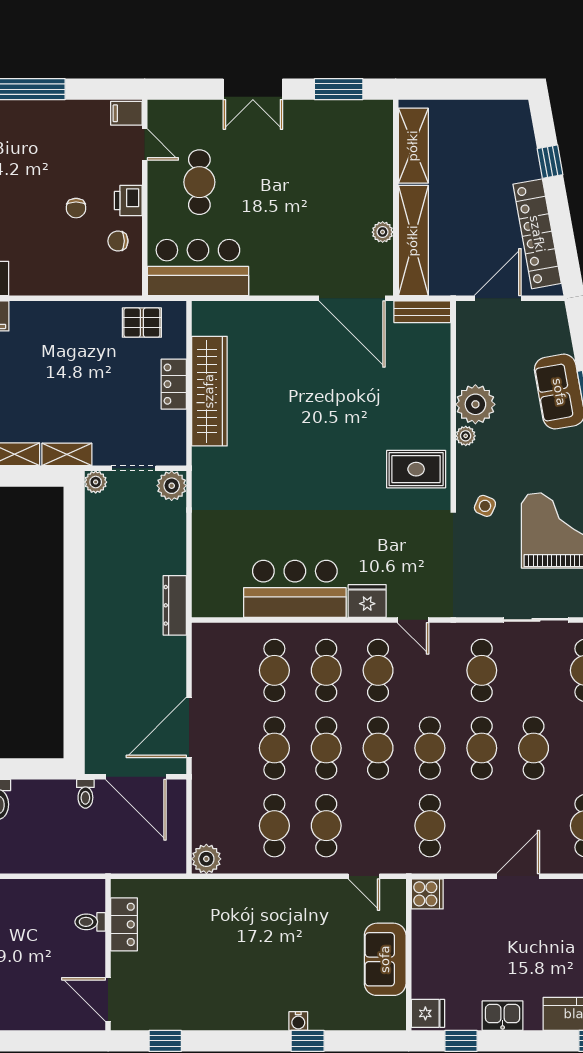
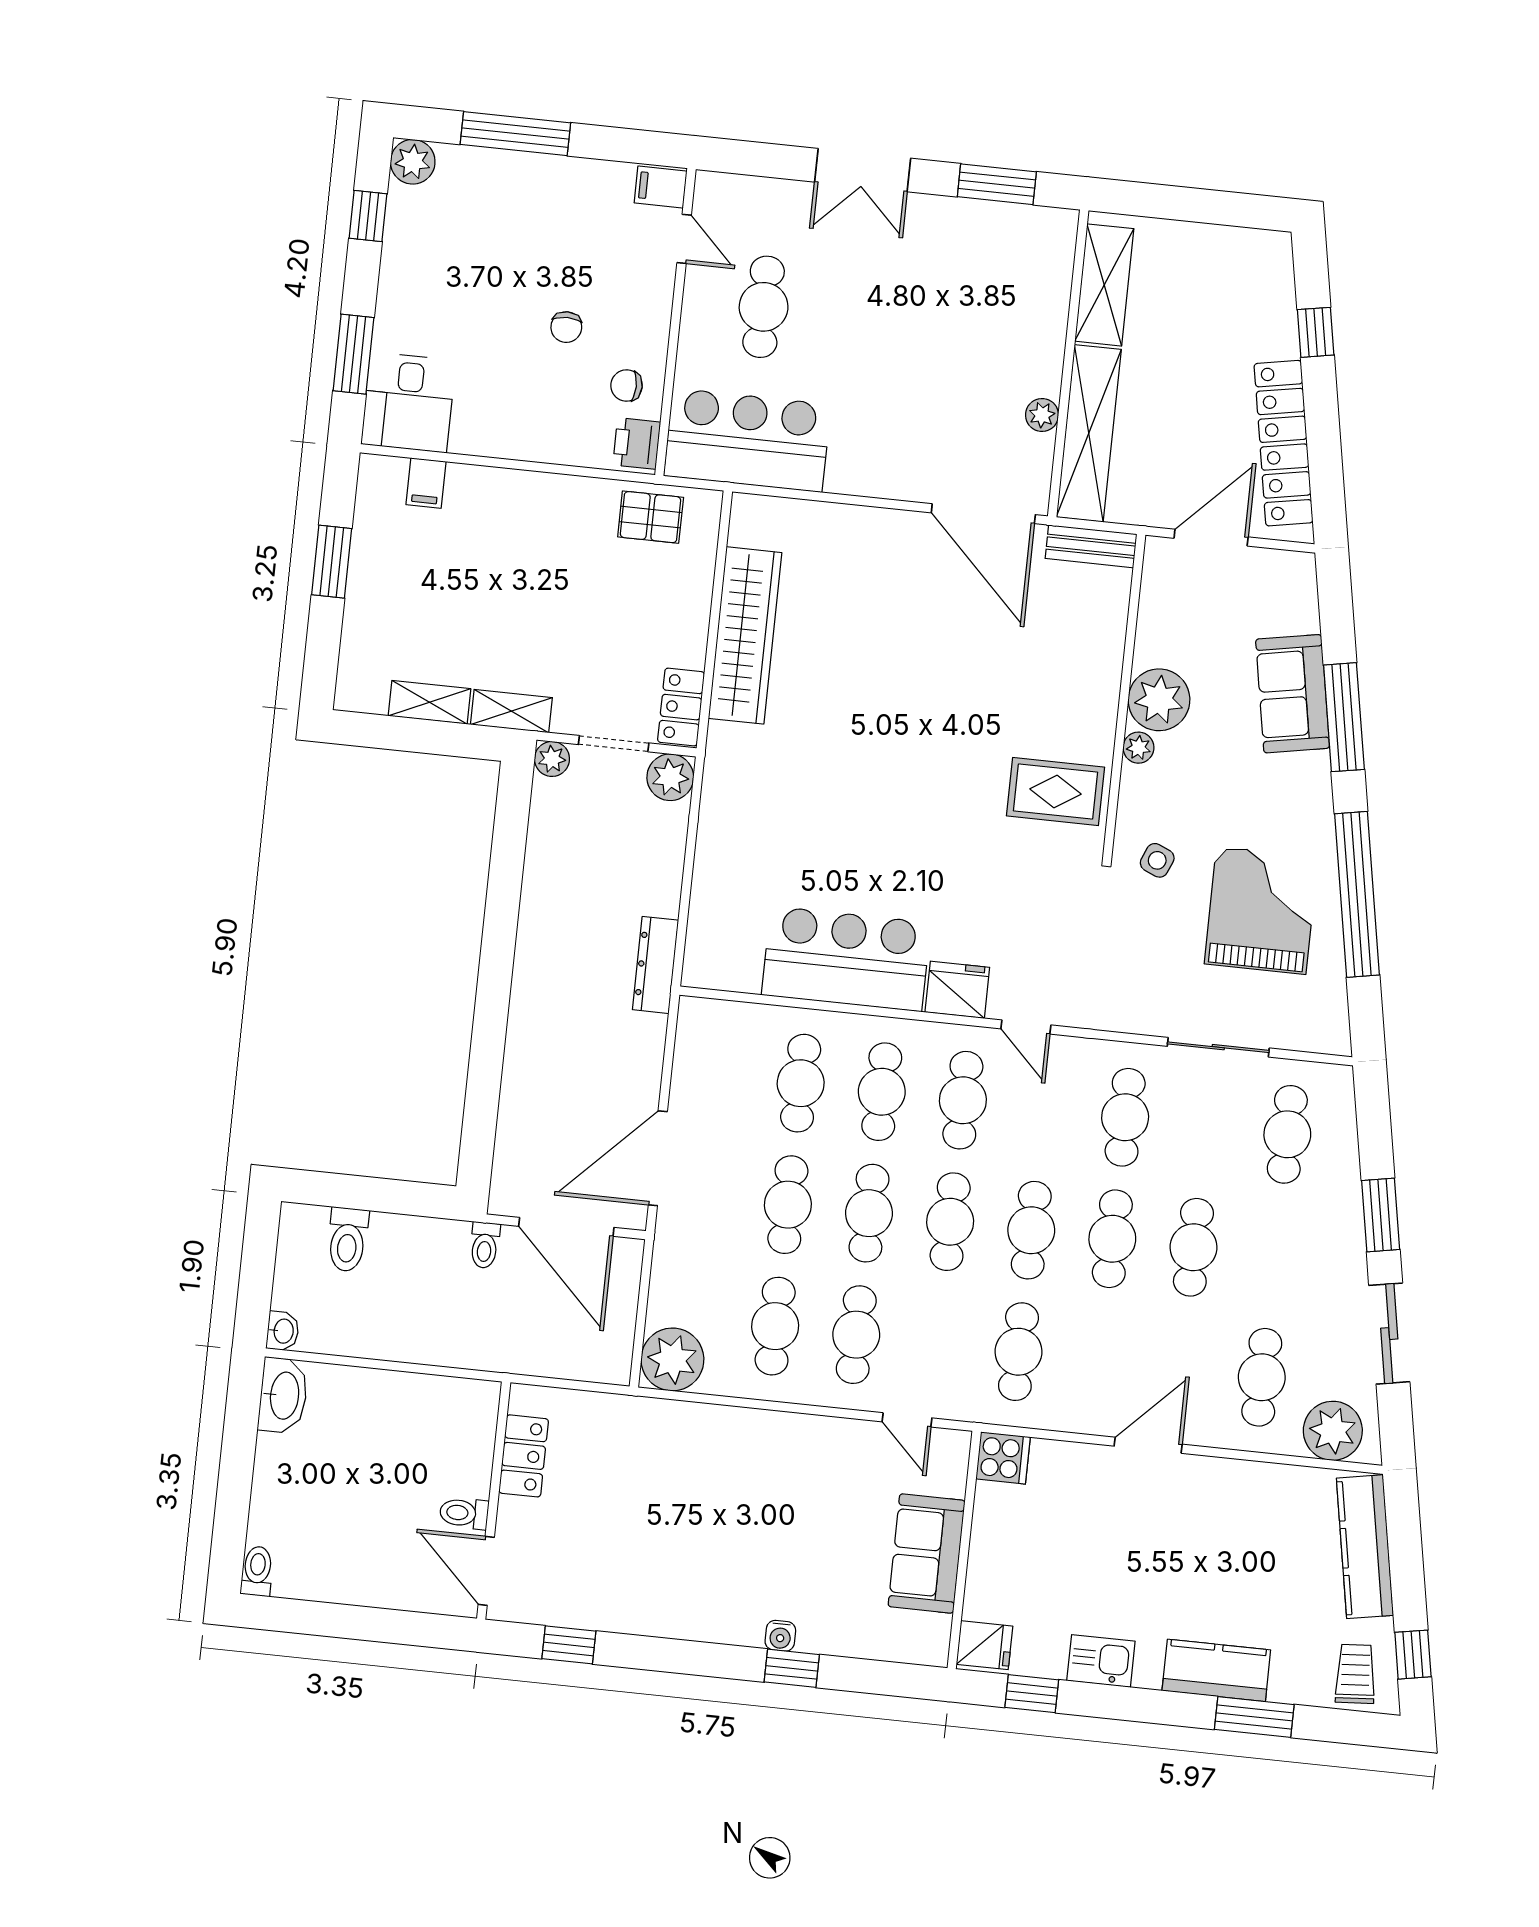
printer: (128, 200) -> (637, 443), moved
locker: (174, 384) -> (681, 707), moved
plant: (206, 859) -> (672, 1359), width x1.36, depth x1.36
toilet: (90, 922) -> (464, 1513), moved

